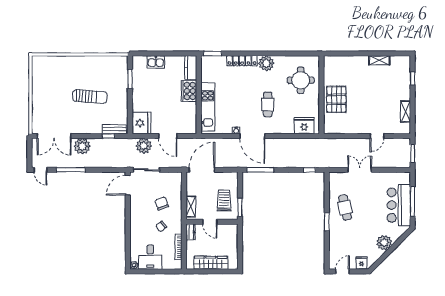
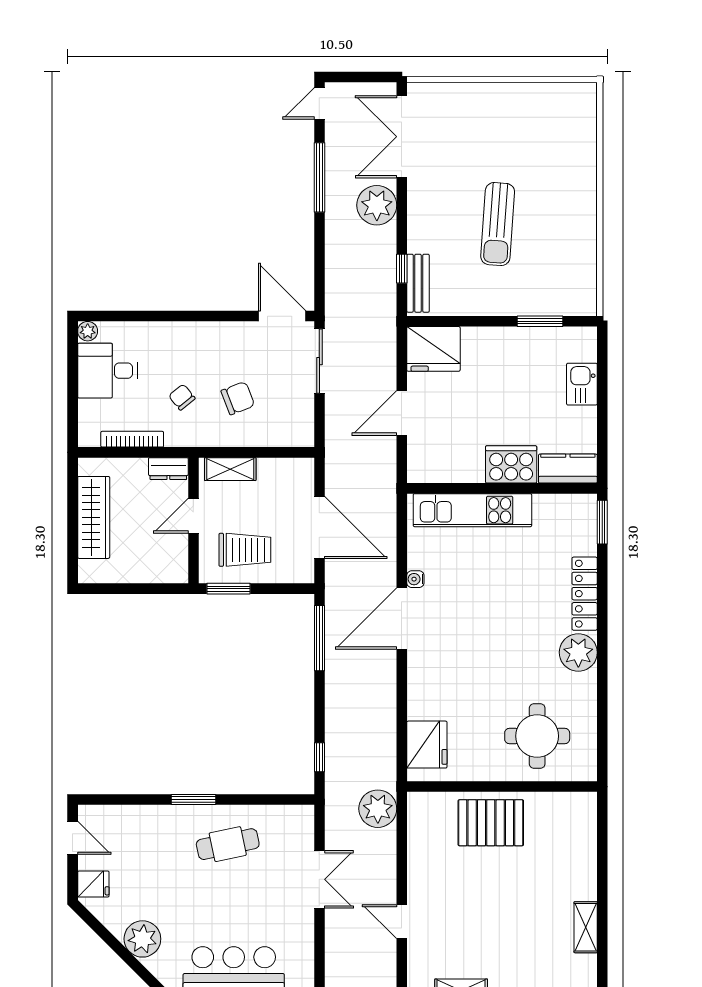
cafe table: (268, 105) -> (478, 656), removed
plant: (144, 146) -> (378, 809), moved
door: (202, 170) -> (319, 528), moved

